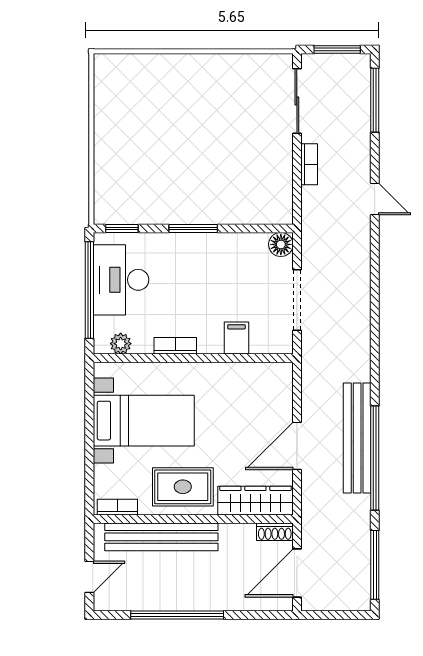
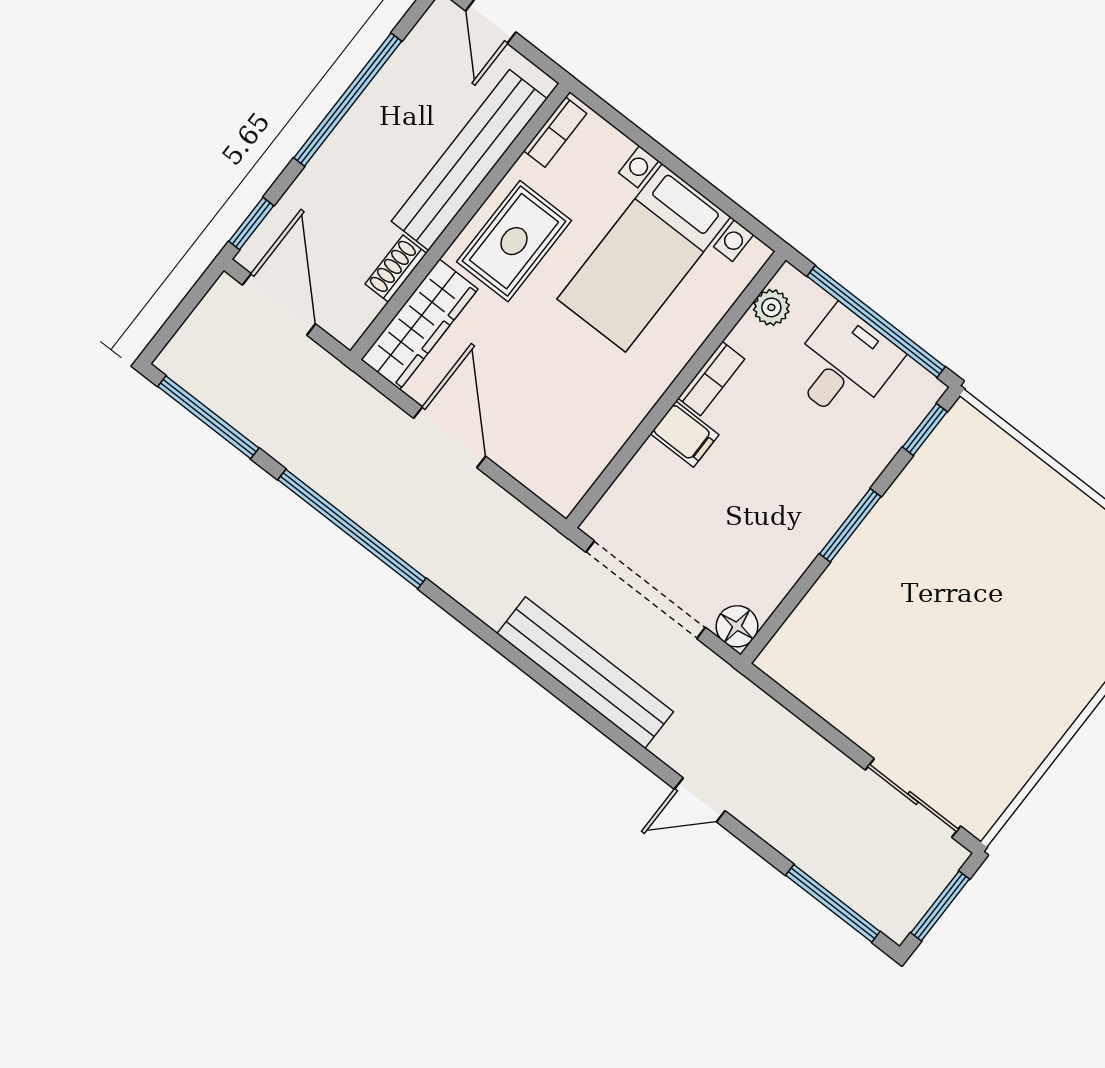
bookcase: (309, 164) -> (815, 748), removed
desk: (121, 280) -> (844, 365), width x0.73
doorway: (297, 300) -> (646, 590), width x1.36
filing cabinet: (236, 338) -> (685, 434), moved
bench: (357, 438) -> (585, 673), moved
shoe rack: (275, 532) -> (396, 269), moved
window: (269, 615) -> (251, 223), added

